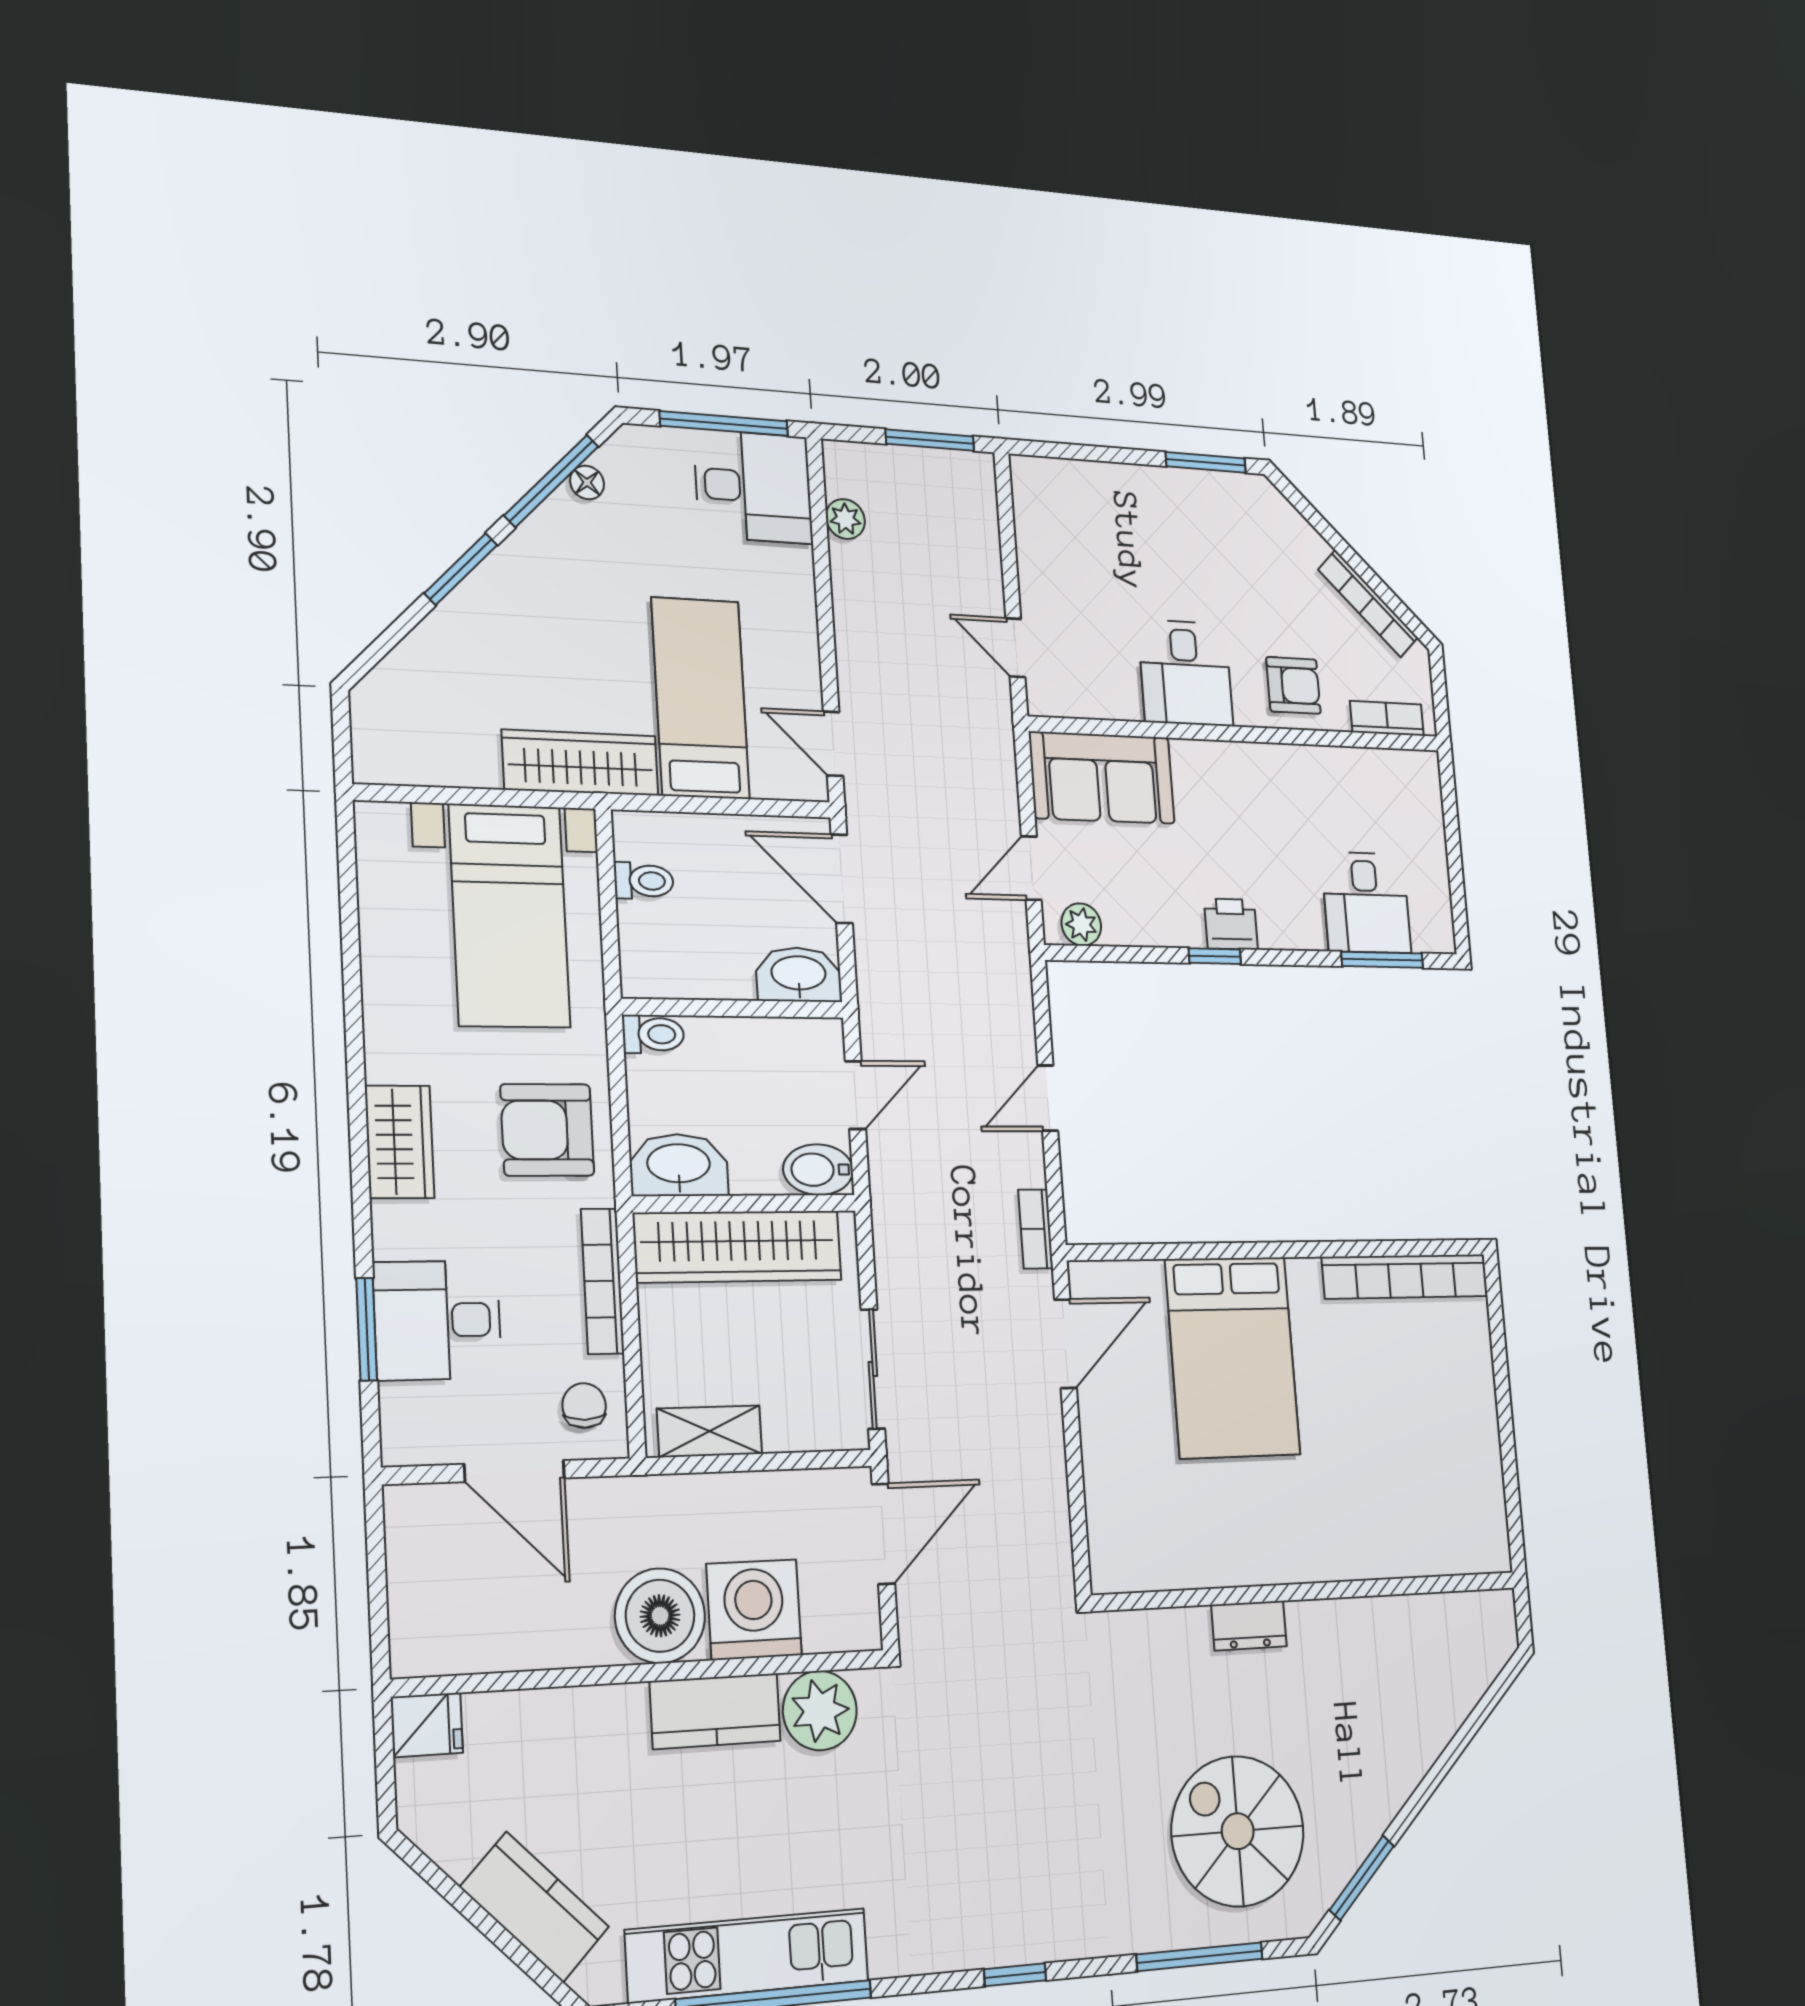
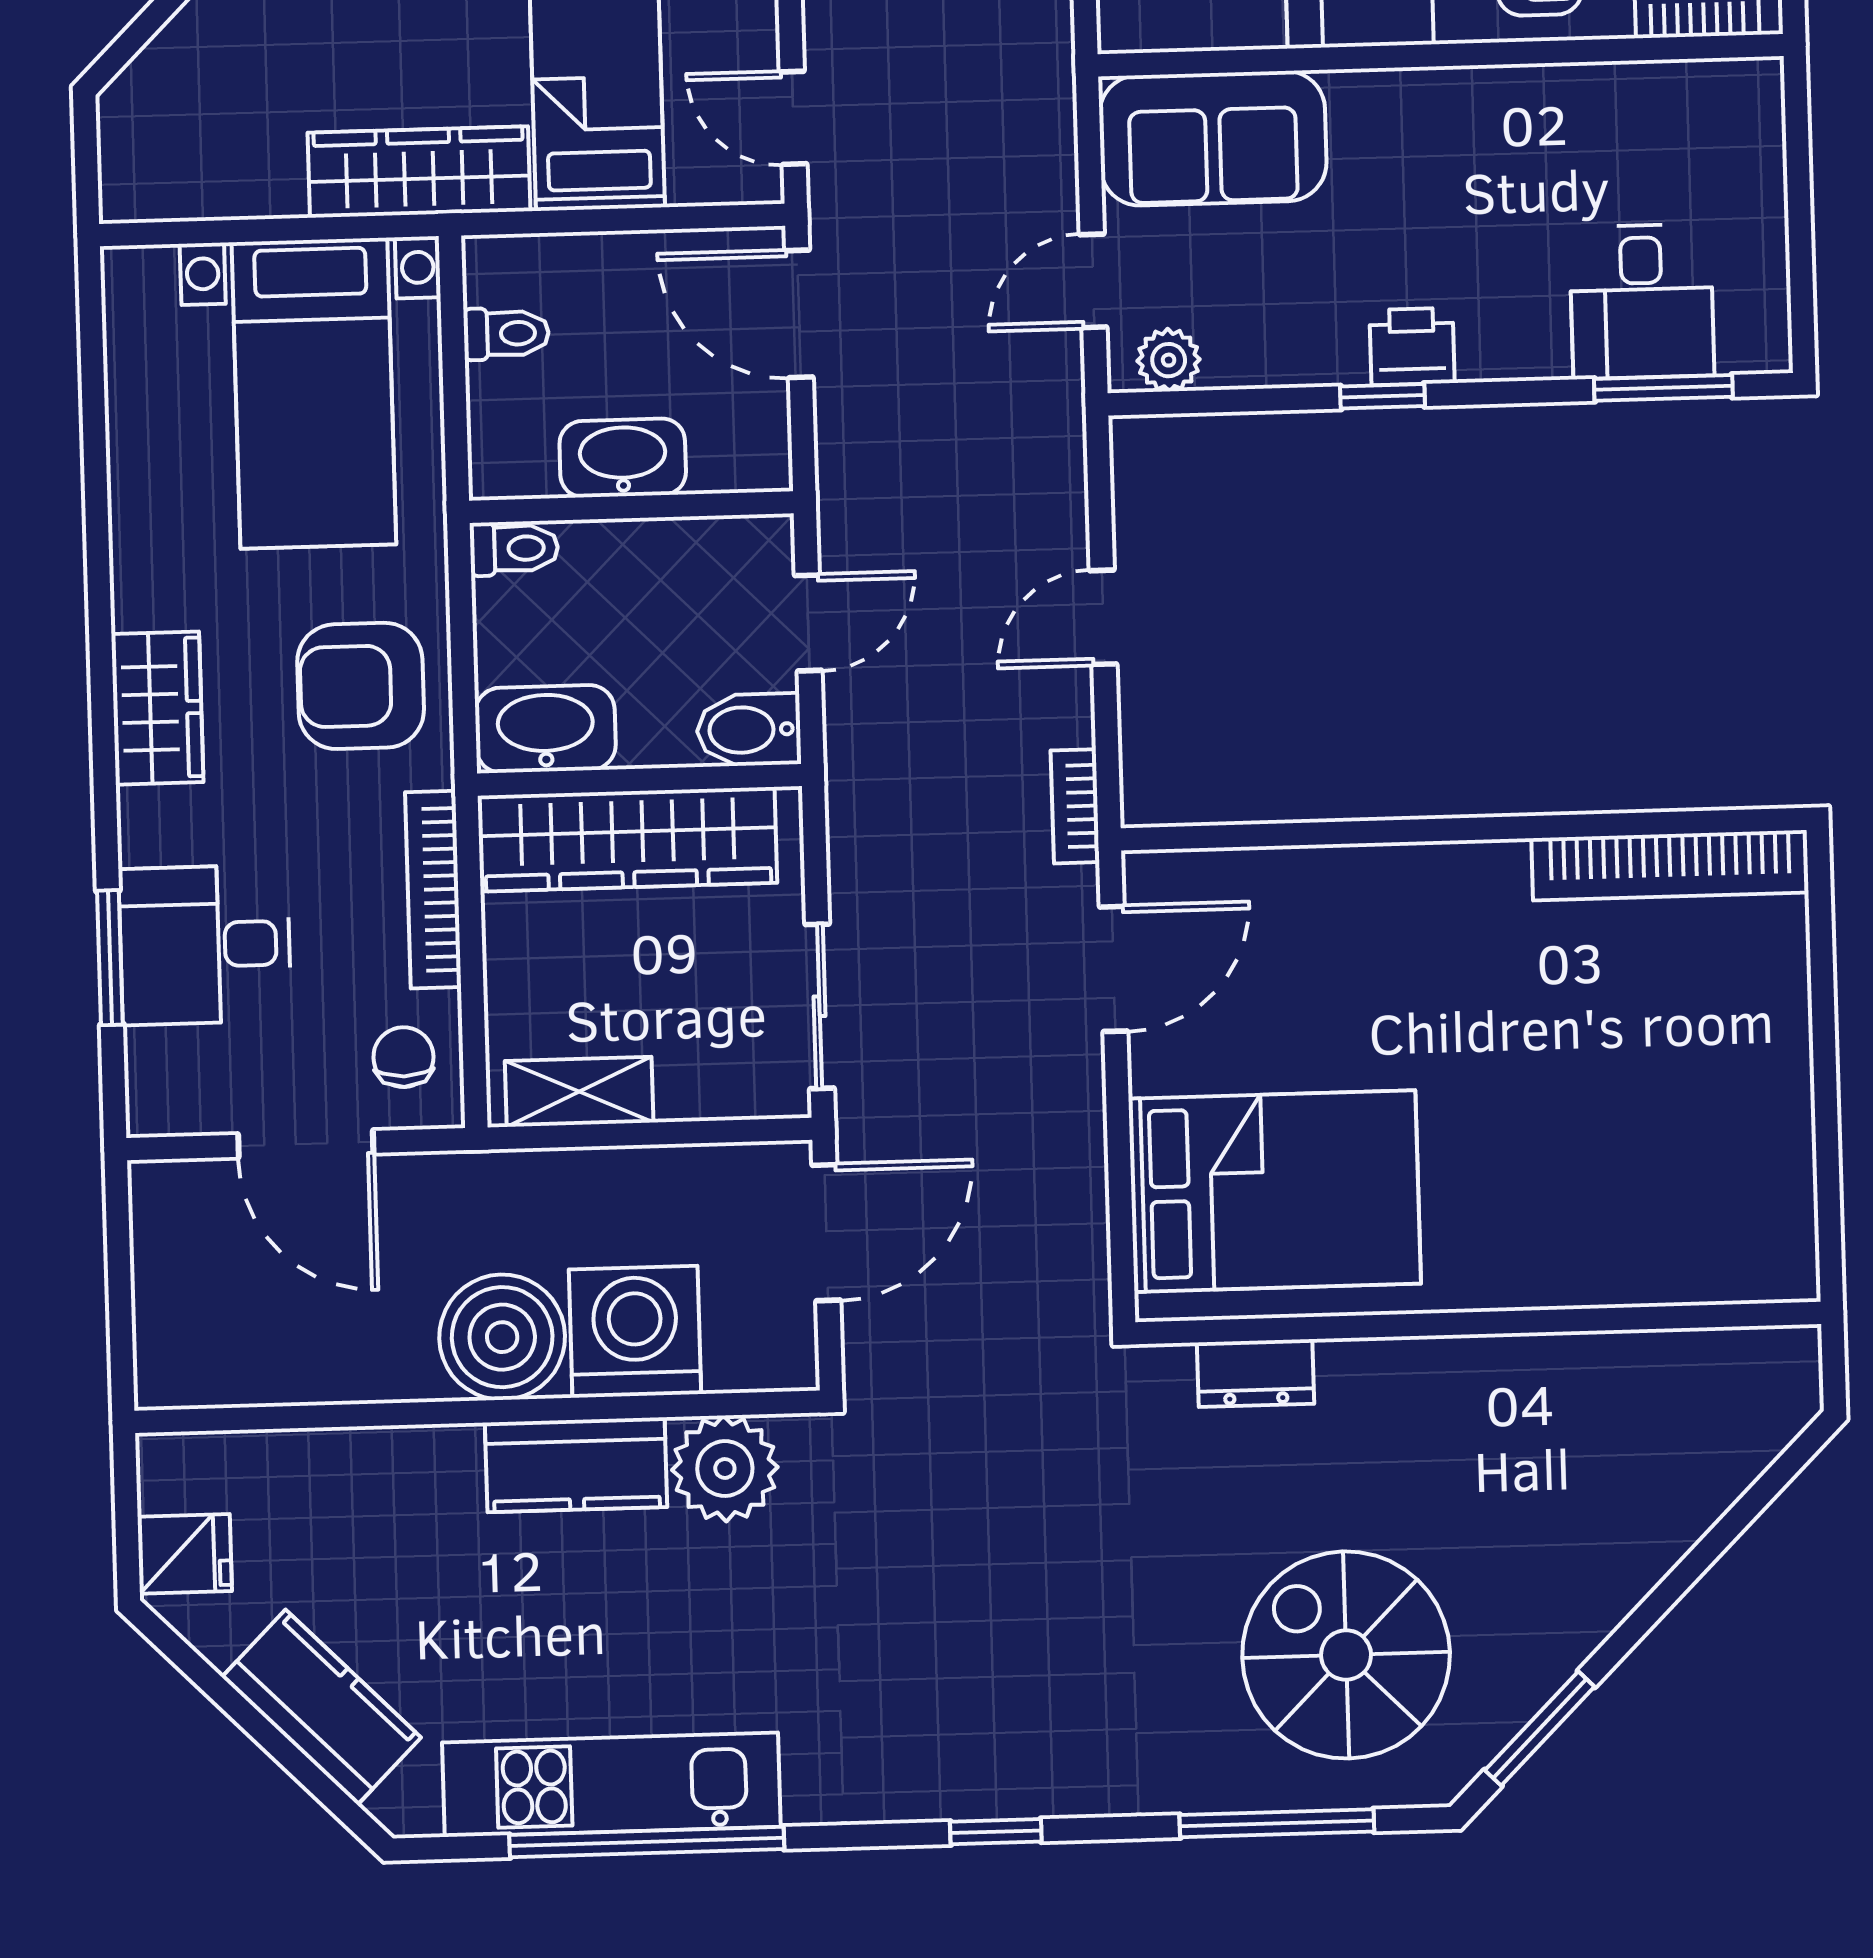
washbasin: (799, 974) -> (623, 458), moved
bed: (1233, 1357) -> (1275, 1191), moved, turned -90
dresser: (1249, 1626) -> (1256, 1373), moved
fridge: (427, 1725) -> (185, 1554), moved

